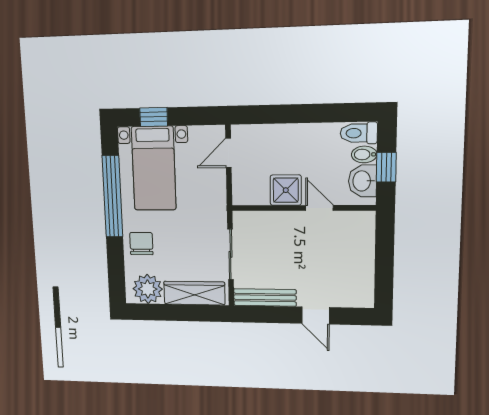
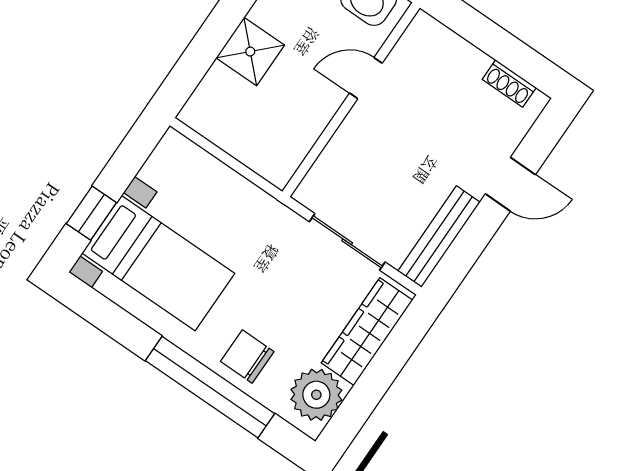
door: (228, 153) -> (209, 147), removed
shower: (286, 190) -> (250, 52), moved
window: (112, 197) -> (210, 387), moved
shoe rack: (367, 282) -> (509, 83), added

